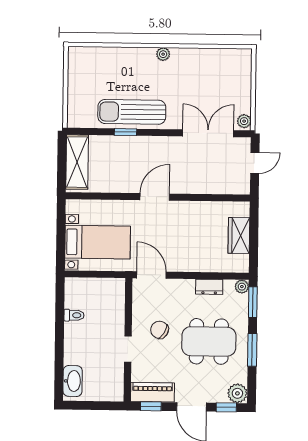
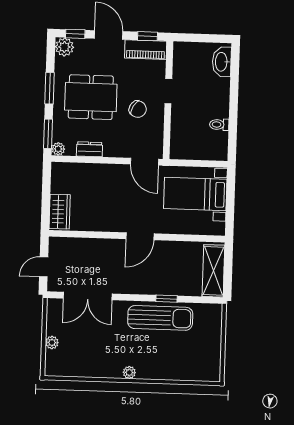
plant: (244, 121) -> (52, 342), moved
wardrobe: (239, 236) -> (60, 212), moved

